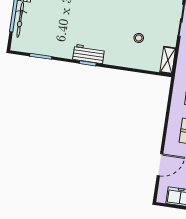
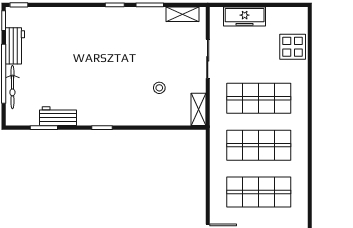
workbench: (89, 54) -> (58, 116), moved

